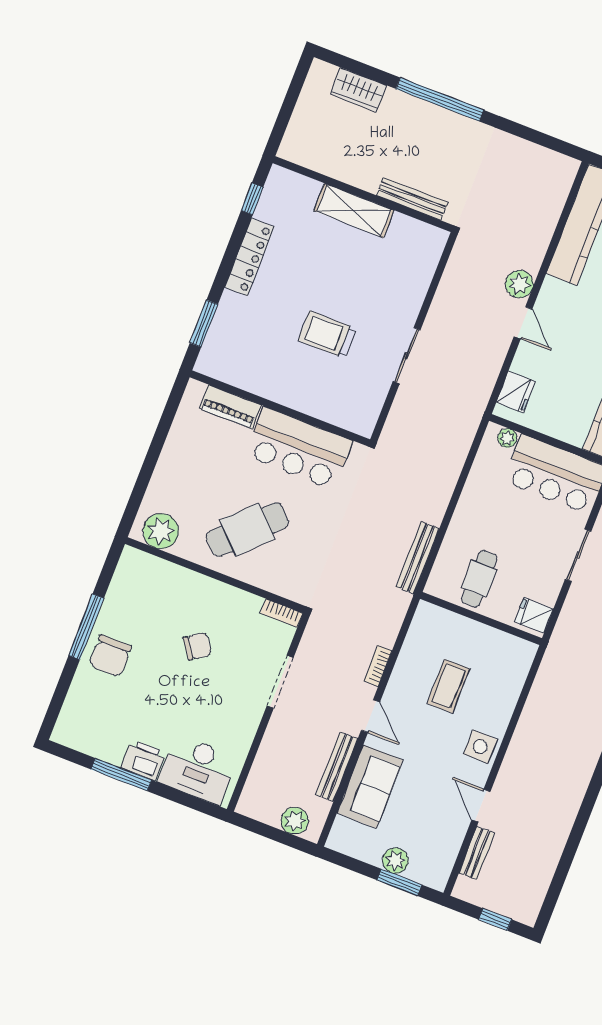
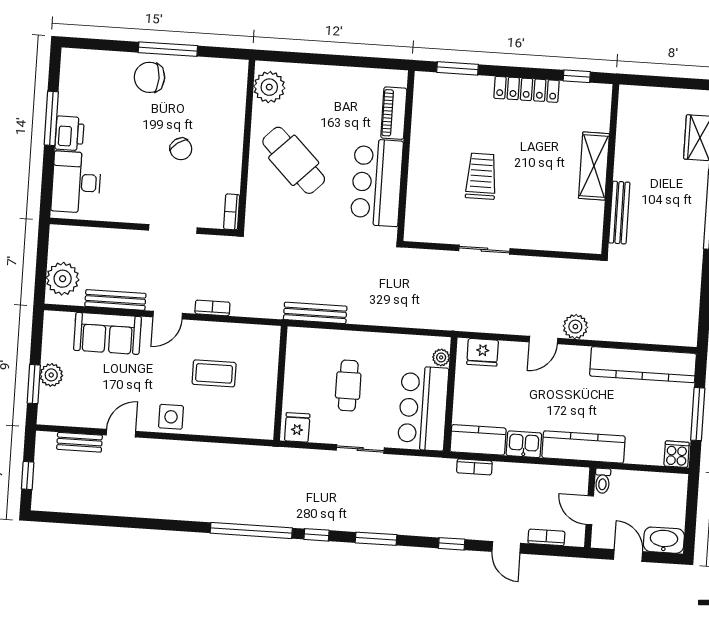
cafe table: (479, 579) -> (348, 386), moved, turned 90
plant: (295, 821) -> (63, 279), width x1.36, depth x1.36

